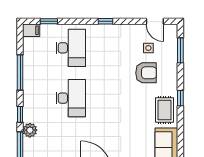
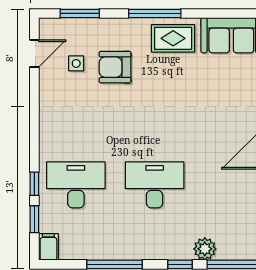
window: (106, 21) -> (34, 184), moved
armchair: (146, 73) -> (115, 67), turned -90
window: (180, 98) -> (155, 13), width x2.17

